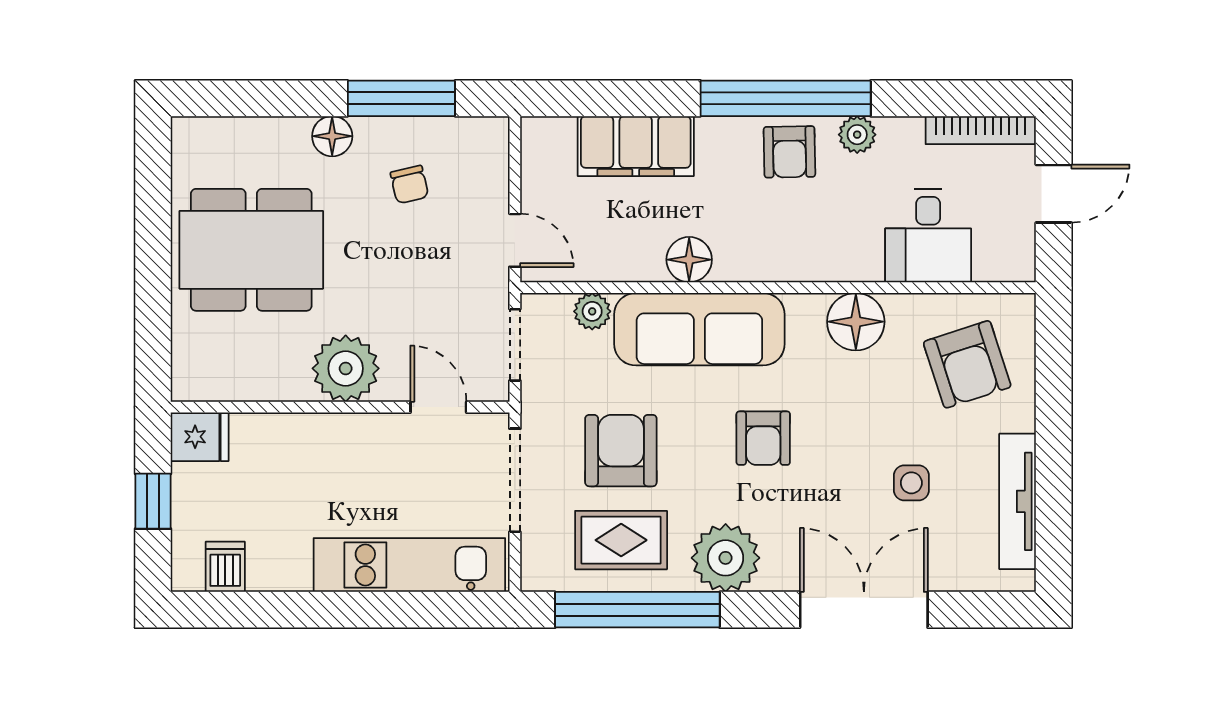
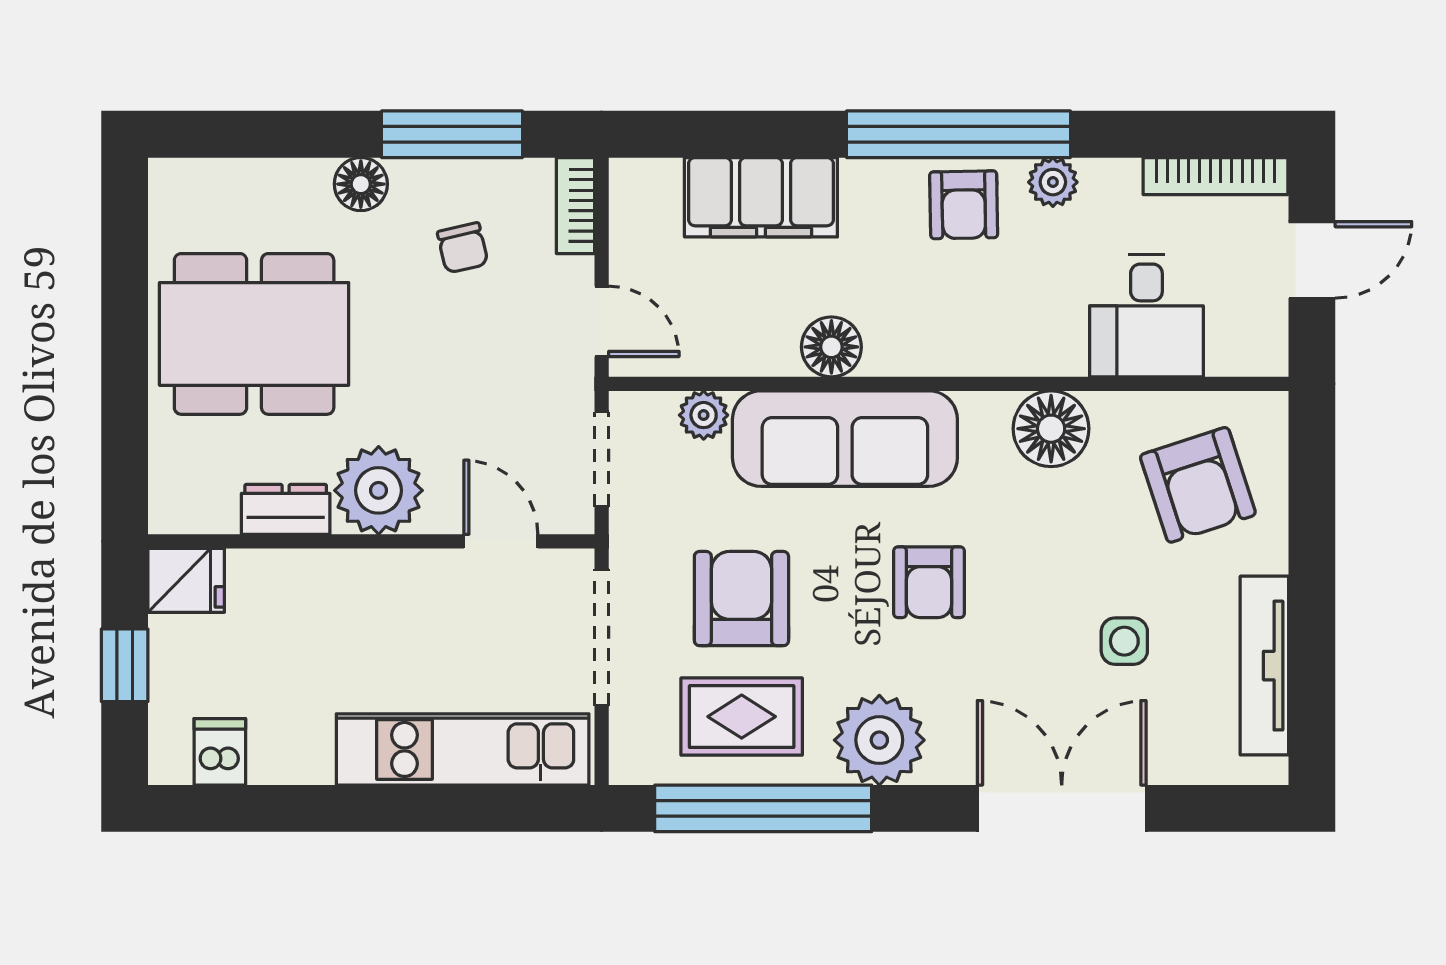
bookcase: (495, 152) -> (575, 206), added
dresser: (275, 383) -> (286, 509), added

